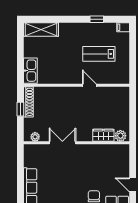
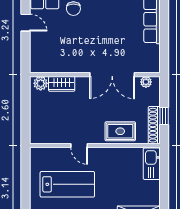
lab bench: (99, 54) -> (67, 184), width x1.36, depth x1.39
rug: (56, 97) -> (120, 131), added
double door: (62, 143) -> (112, 75), width x1.37

